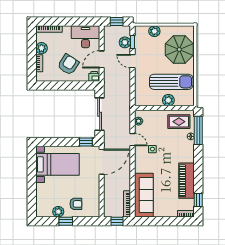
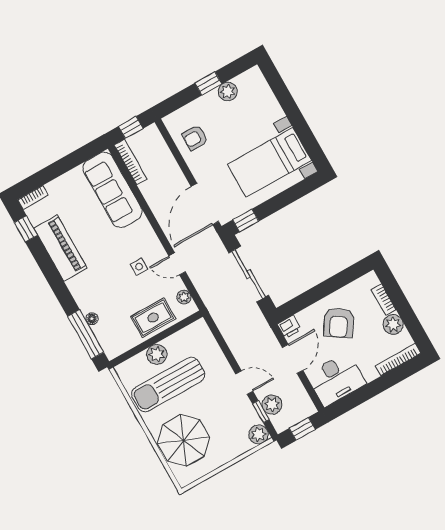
plant: (154, 31) -> (259, 434), moved
rug: (179, 122) -> (153, 318), moved
armchair: (76, 204) -> (195, 138), moved

